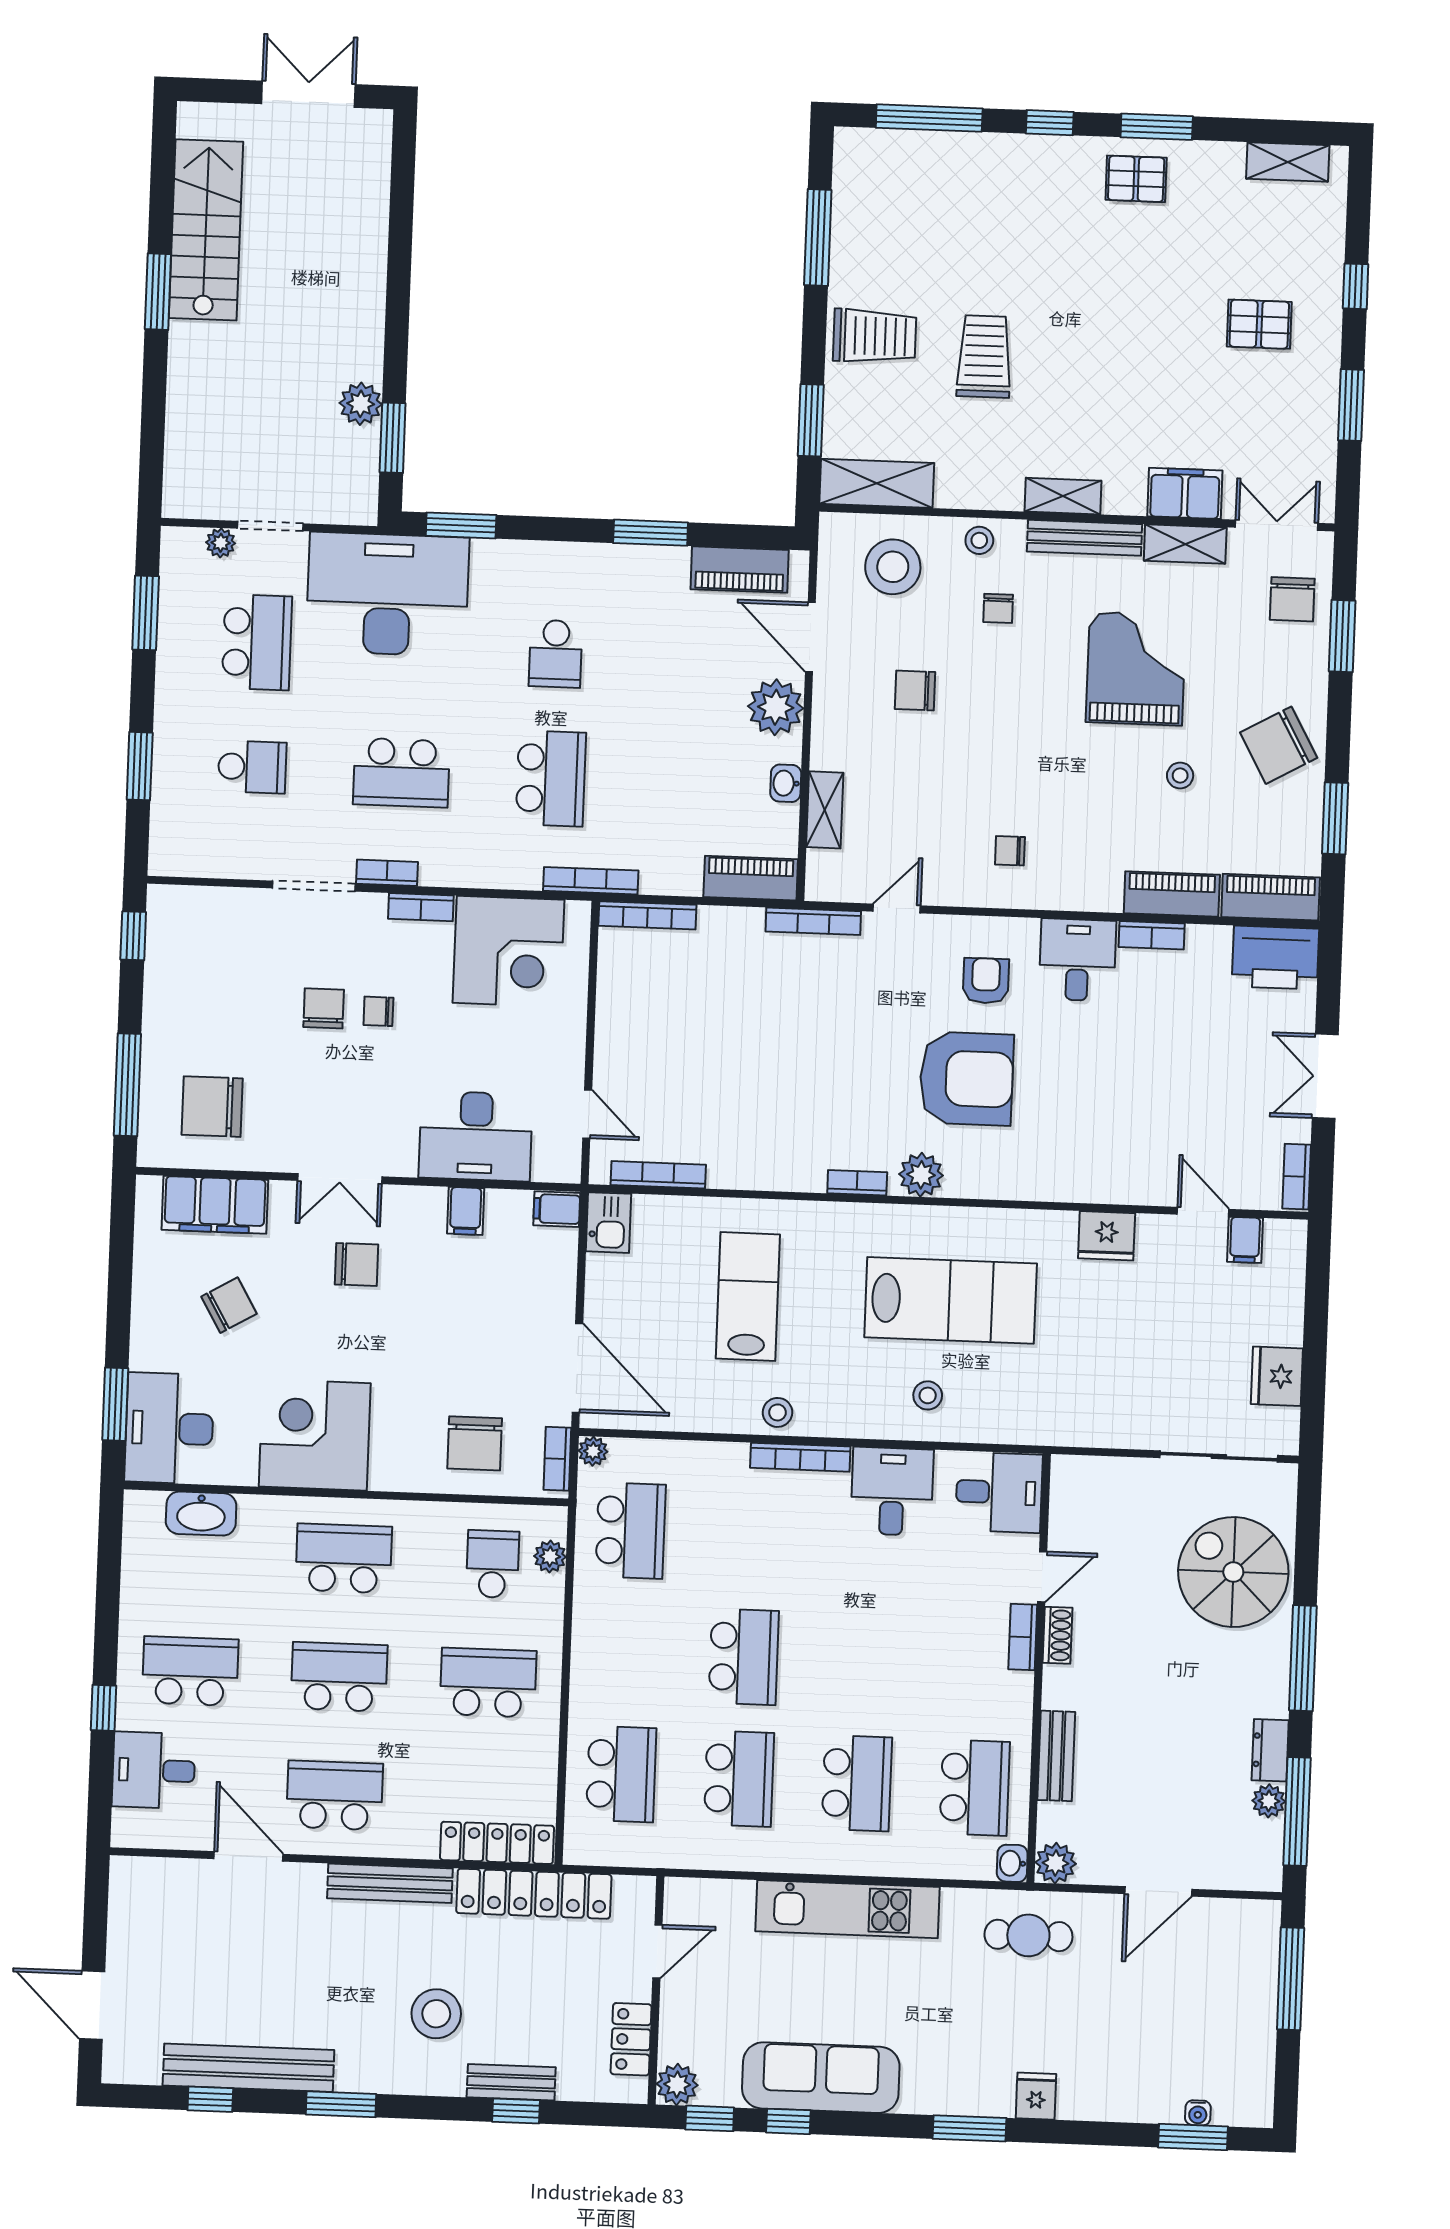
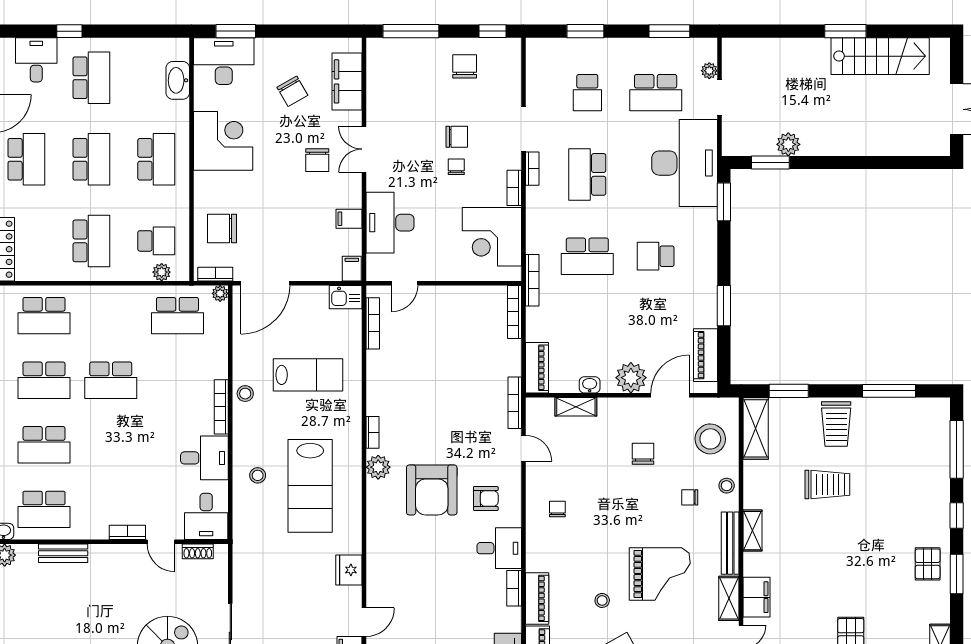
chair: (212, 1107) -> (465, 66), moved, width x0.73, depth x0.73
shoe rack: (1057, 1635) -> (198, 551), moved

